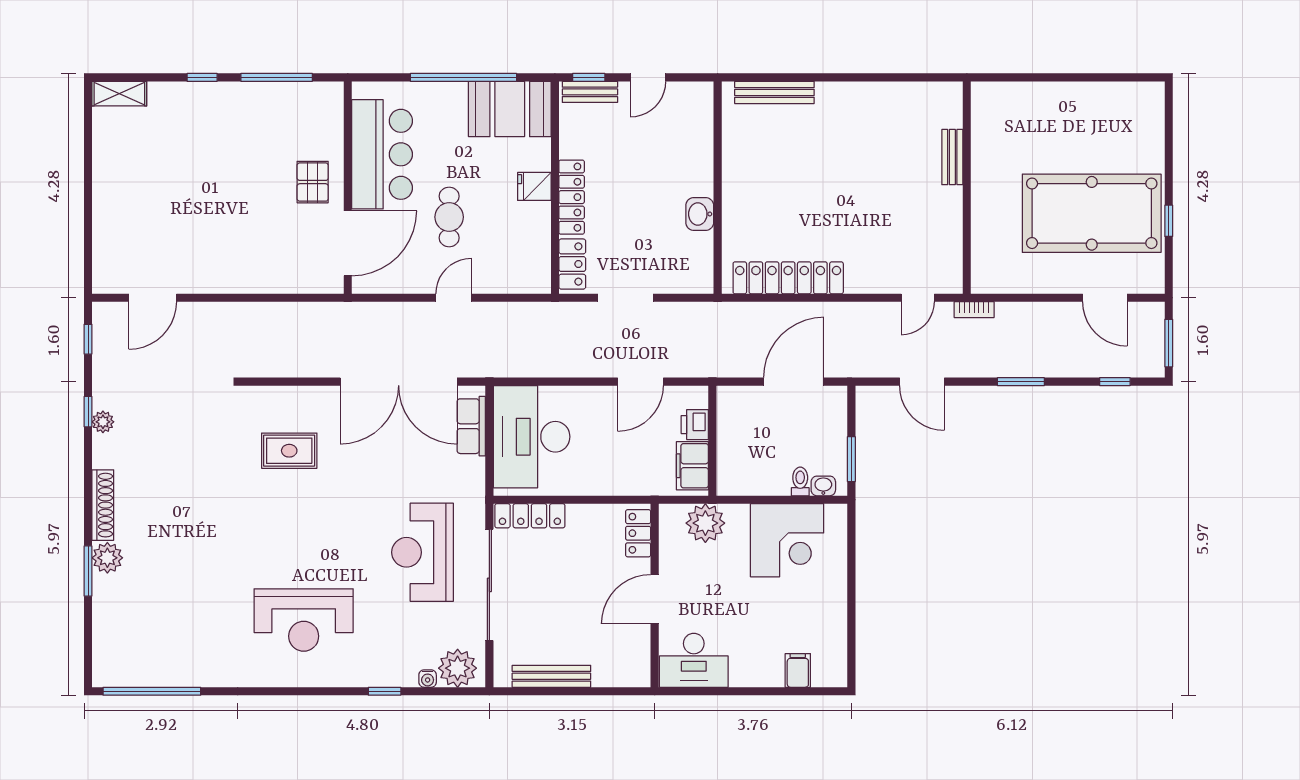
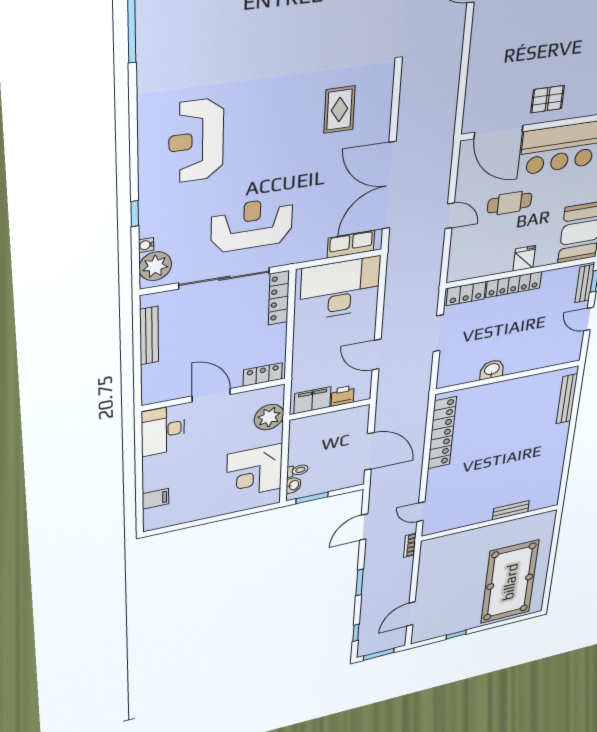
pool table: (1092, 213) -> (510, 582), moved

